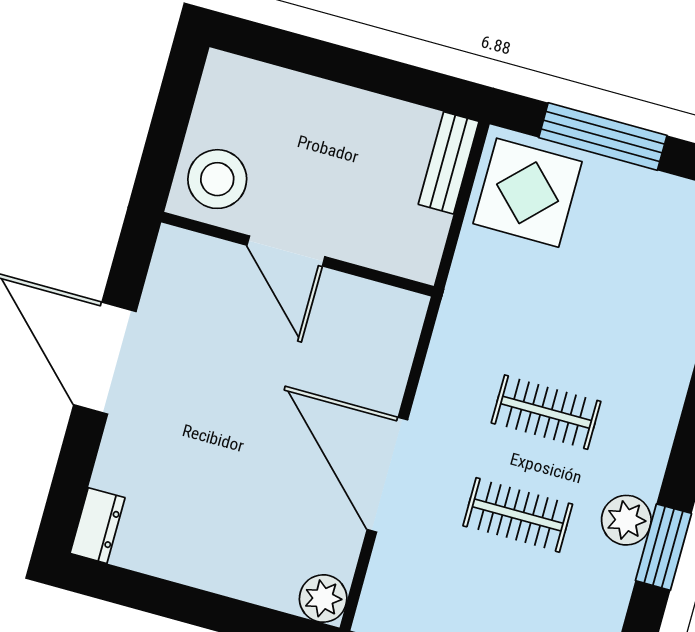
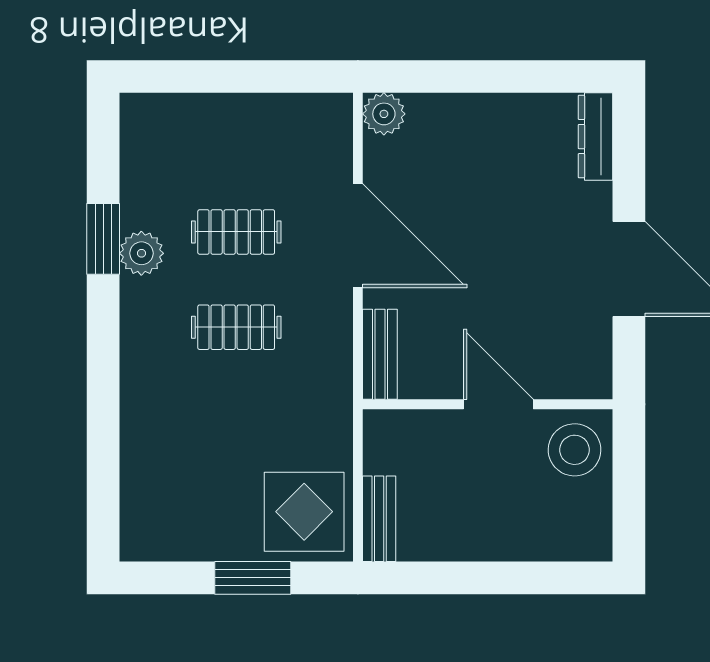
window: (603, 137) -> (253, 578), width x0.69
bench: (399, 340) -> (380, 354), added
dresser: (97, 526) -> (595, 137), width x1.44

